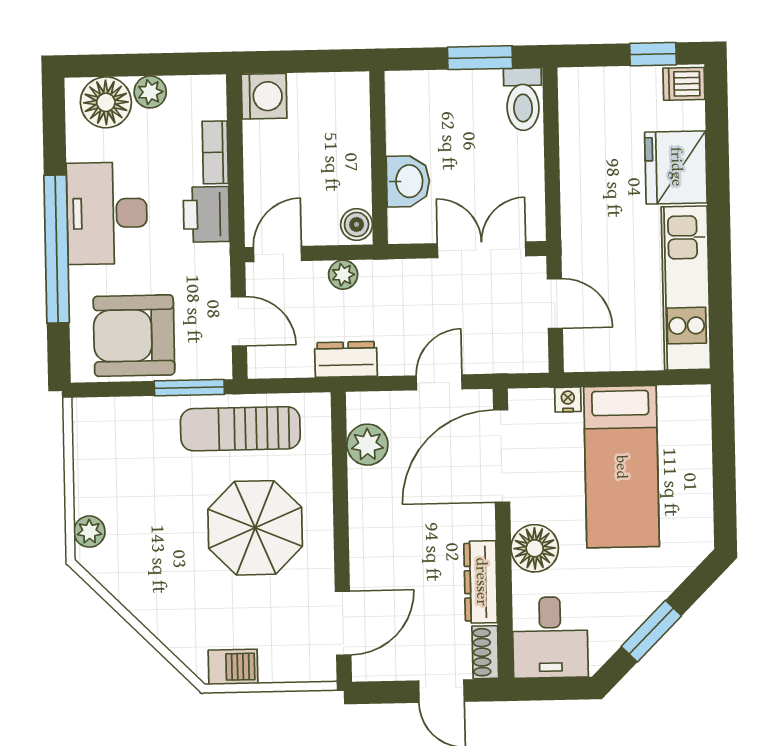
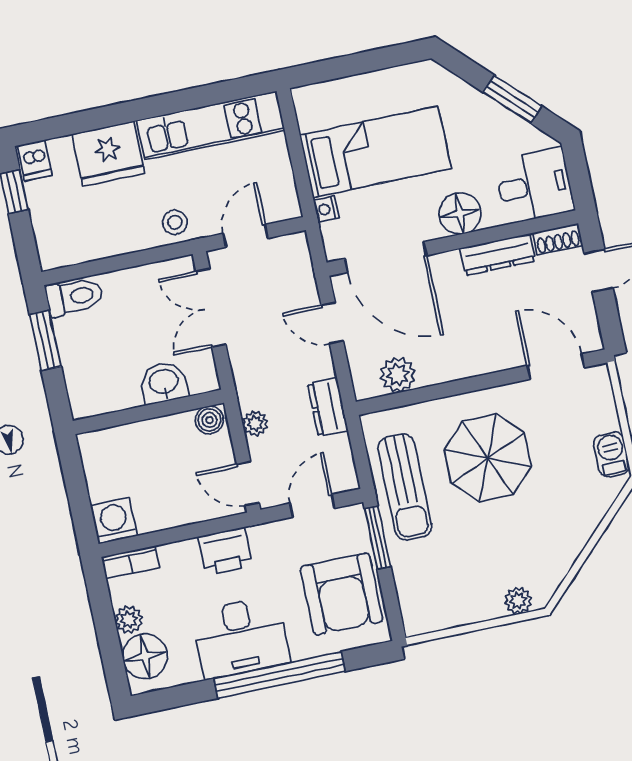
bookcase: (215, 152) -> (130, 562), moved
stool: (585, 227) -> (175, 222), added

